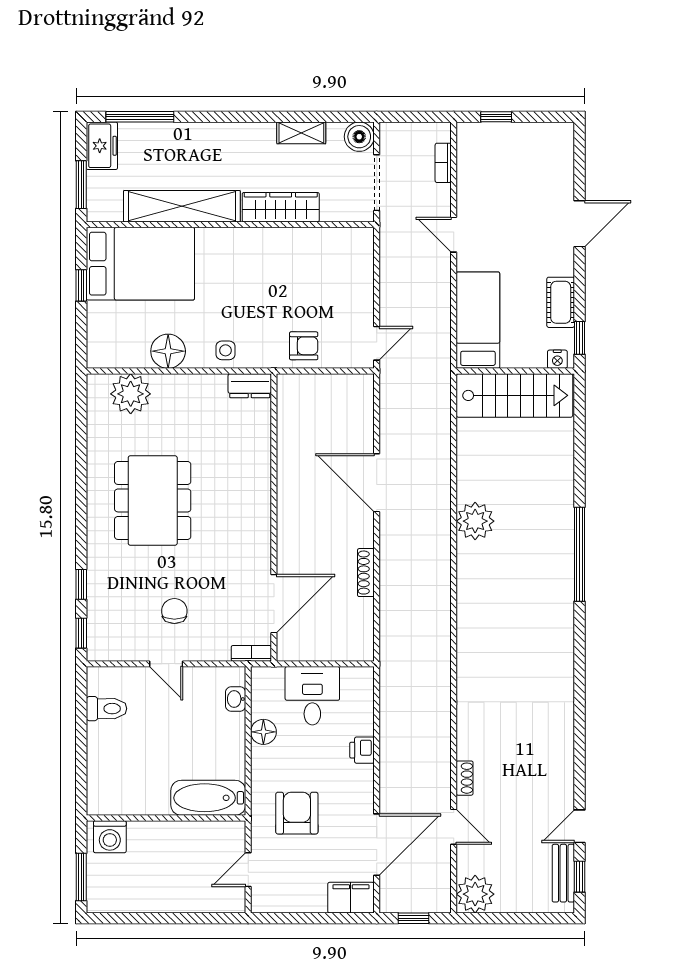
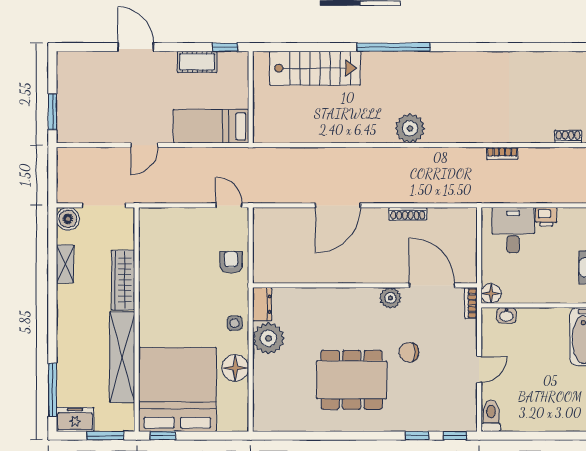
window: (496, 117) -> (52, 112), width x1.50
bookcase: (443, 163) -> (502, 153), moved
bed: (140, 264) -> (177, 389), width x1.36
window: (81, 285) -> (163, 436), moved
nightstand: (557, 359) -> (241, 64), removed
plant: (131, 394) -> (268, 338), moved
stairs: (515, 395) -> (315, 68), moved, turned 90
plant: (475, 521) -> (410, 128), moved
plant: (258, 550) -> (390, 298), added
chair: (174, 611) -> (409, 352), moved
desk: (312, 696) -> (513, 230), moved, turned 90
toilet: (107, 709) -> (491, 416), moved
floor lamp: (263, 732) -> (491, 294), moved

